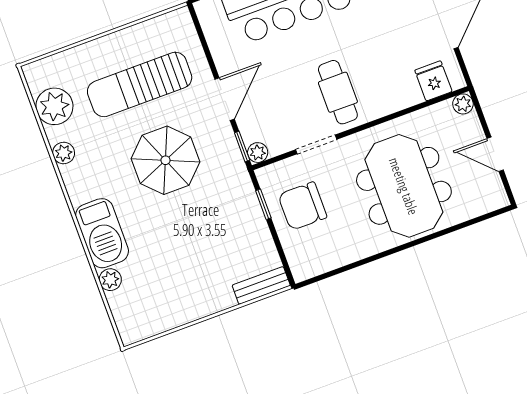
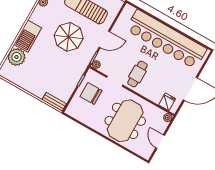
plant: (110, 280) -> (16, 57), width x1.88, depth x1.88

